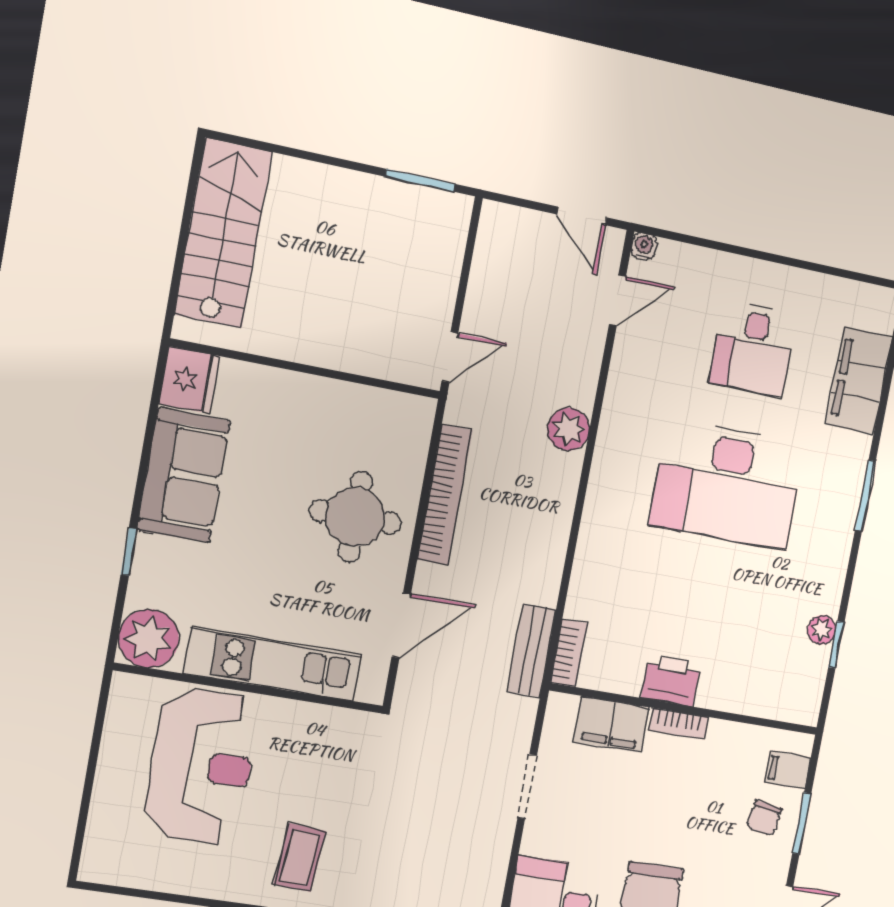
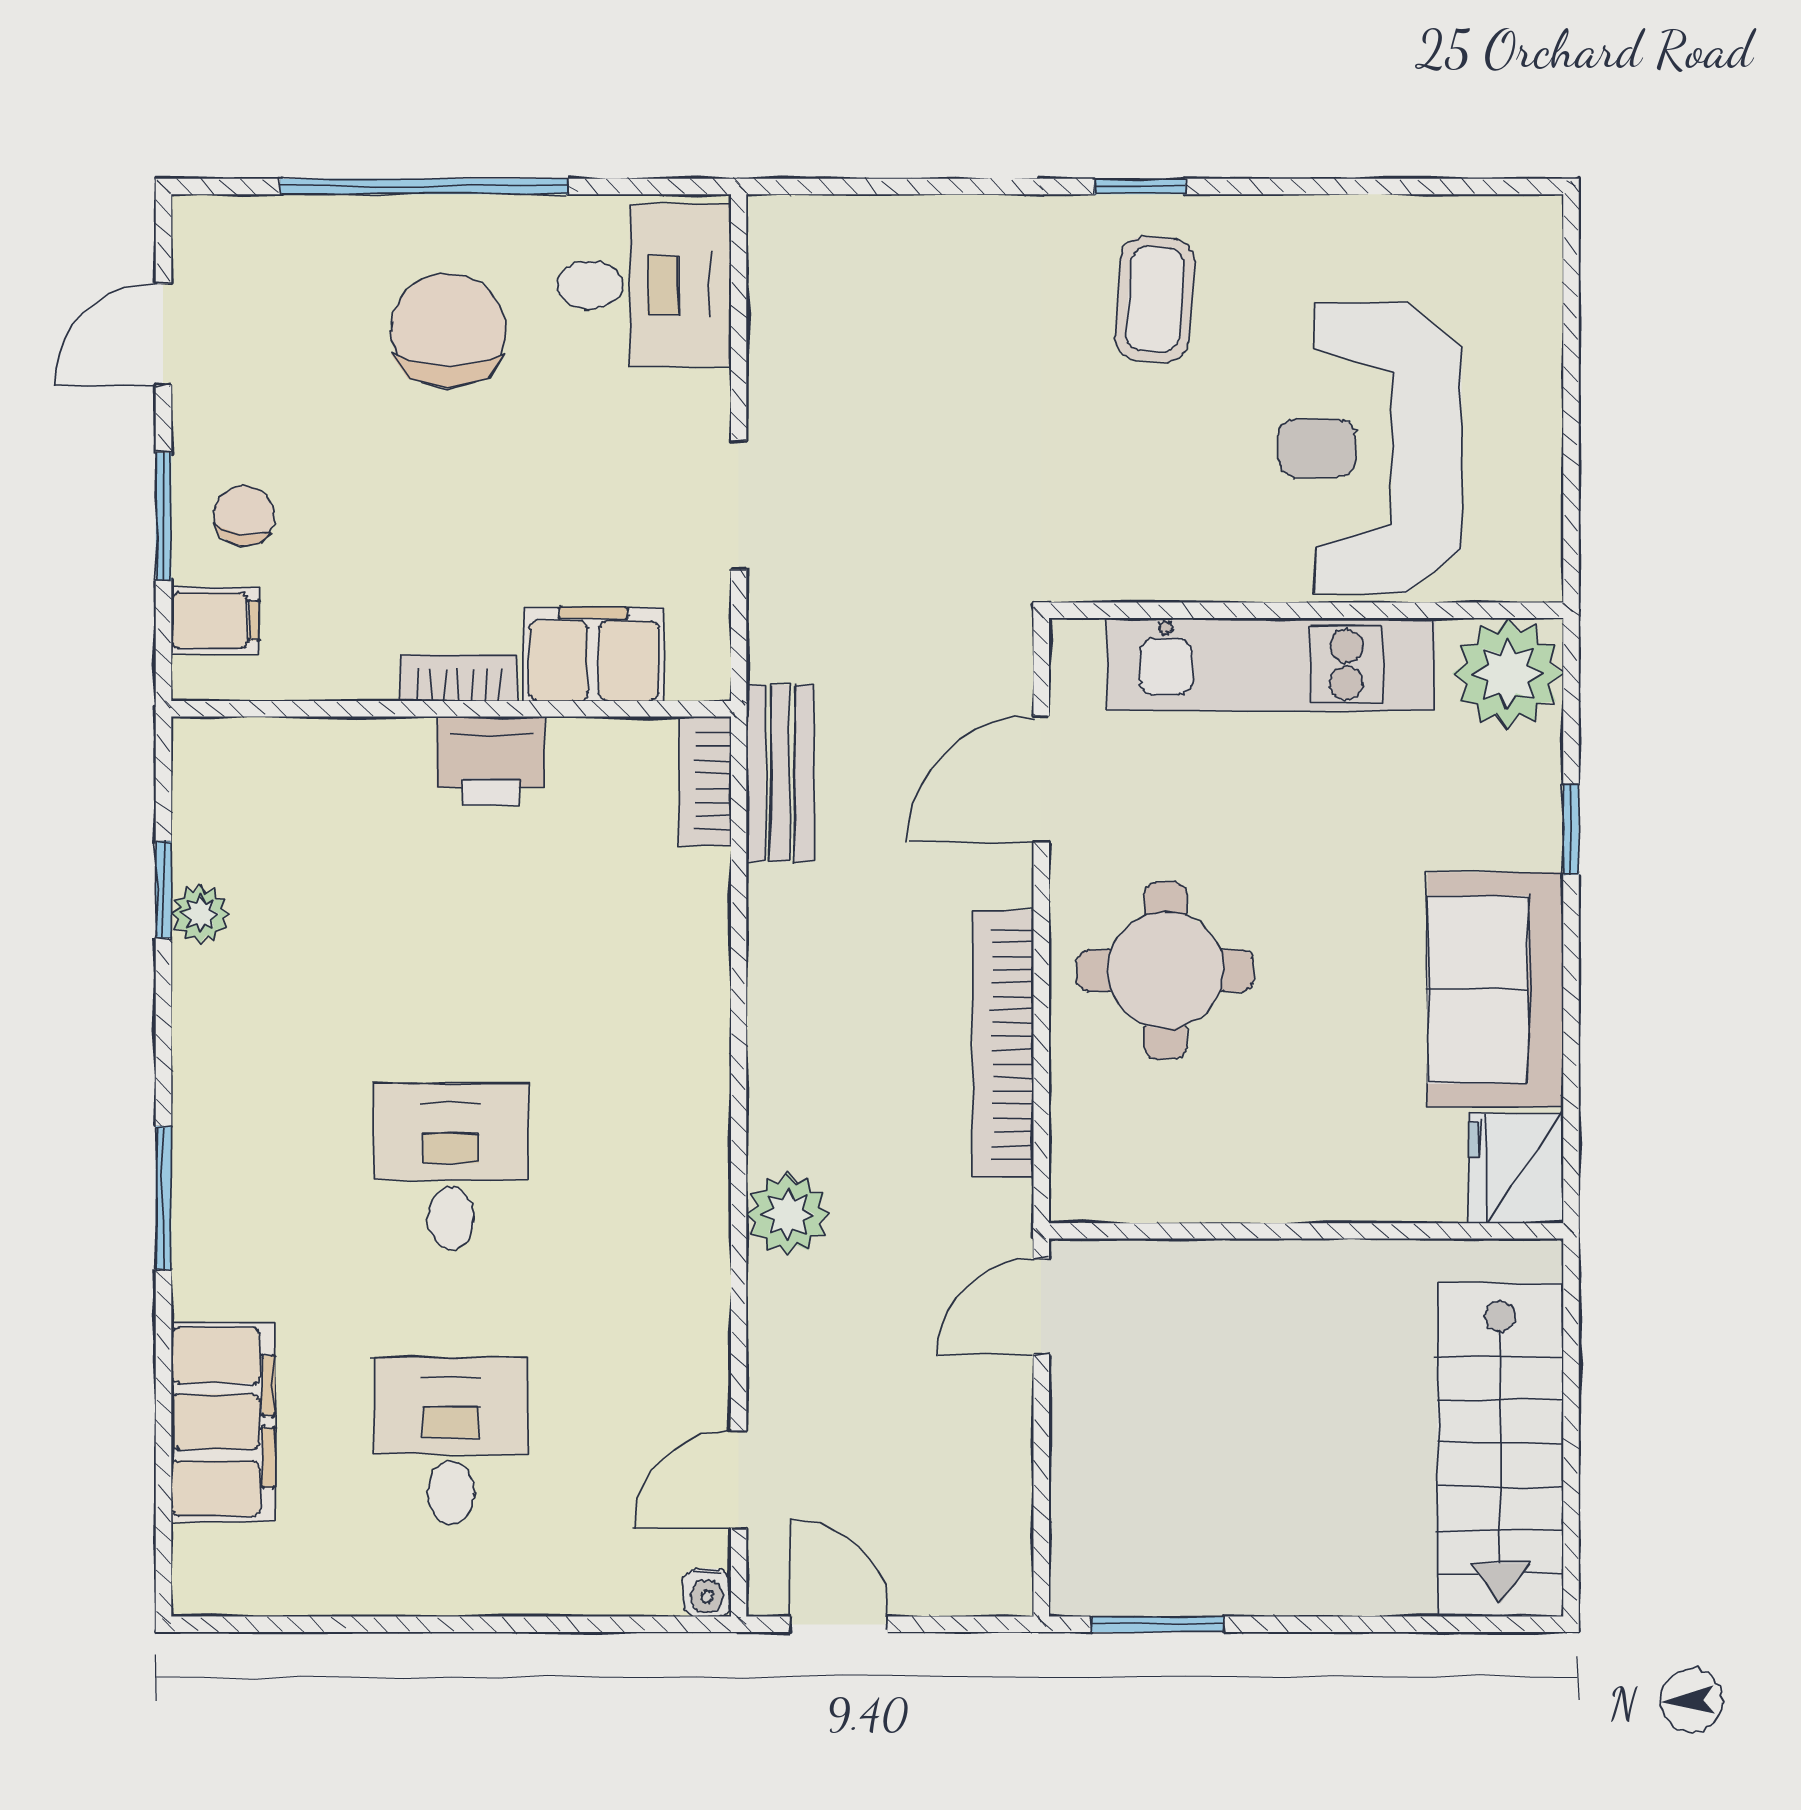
desk: (727, 485) -> (451, 1166), width x0.53, depth x0.77

